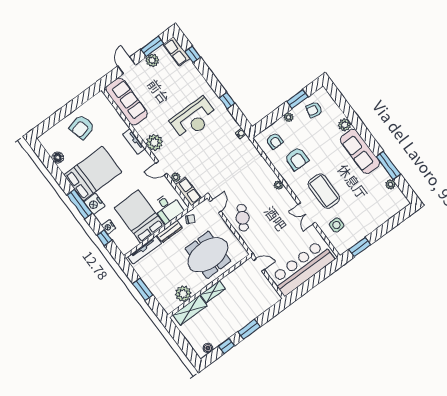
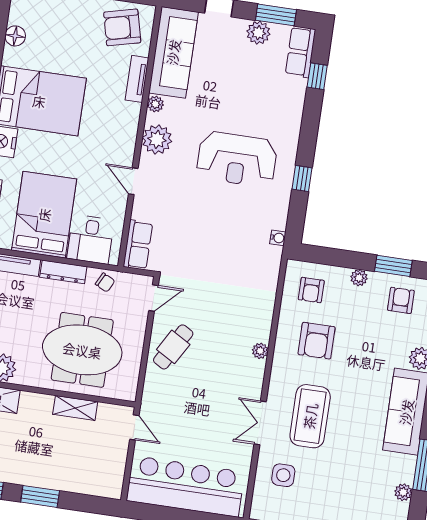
armchair: (314, 110) -> (401, 300), turned 77
armchair: (82, 127) -> (122, 27), moved
tv unit: (134, 141) -> (137, 79), moved
plant: (176, 177) -> (155, 104), moved
shelving: (213, 292) -> (75, 408), moved

